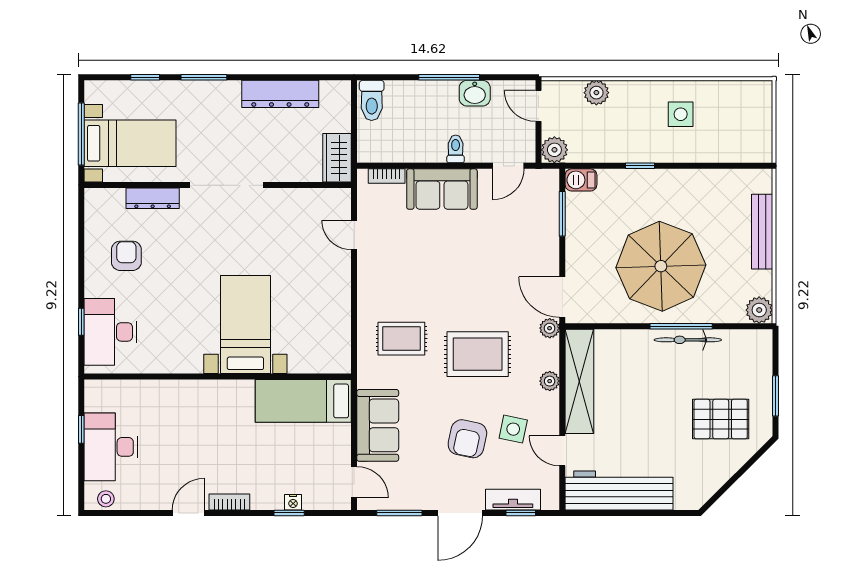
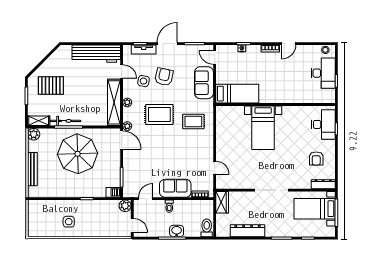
washbasin: (475, 93) -> (177, 231), moved
plant: (596, 93) -> (106, 231), removed
dresser: (153, 198) -> (323, 184), moved
shelving: (748, 340) -> (39, 121), added

